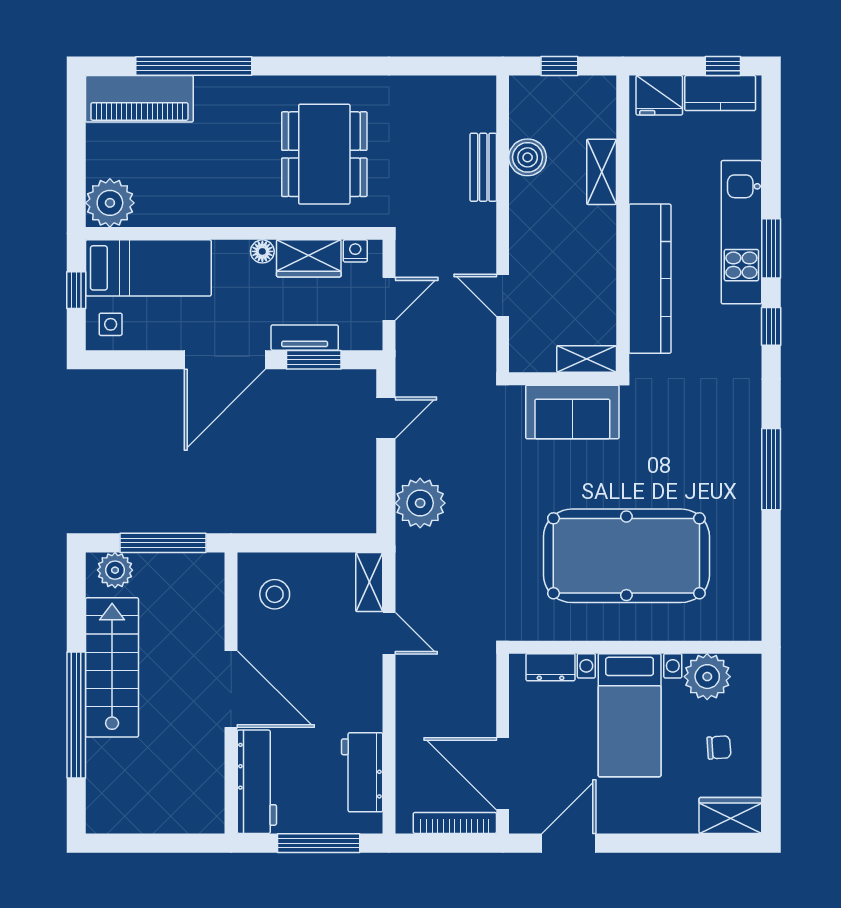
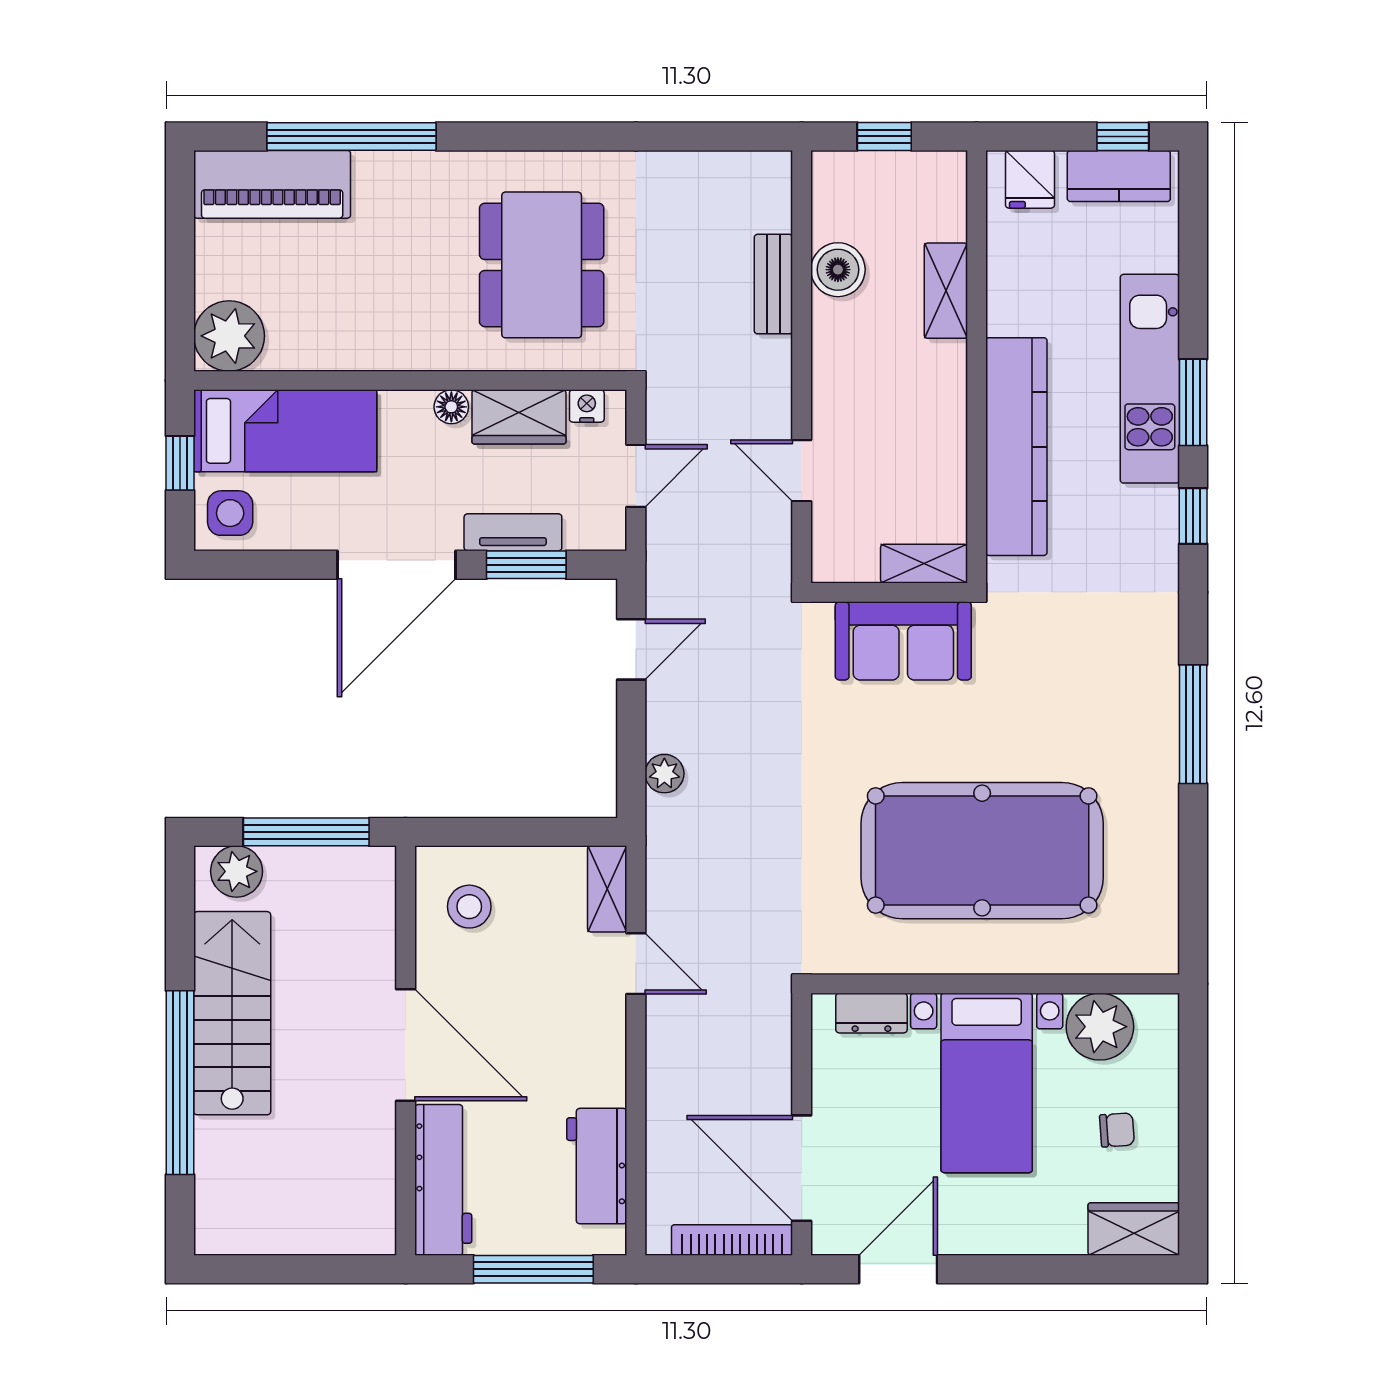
fridge: (659, 95) -> (1030, 179), width x0.72
side table: (111, 324) -> (230, 513), width x1.37, depth x1.37
plant: (420, 503) -> (664, 774), width x0.53, depth x0.53

